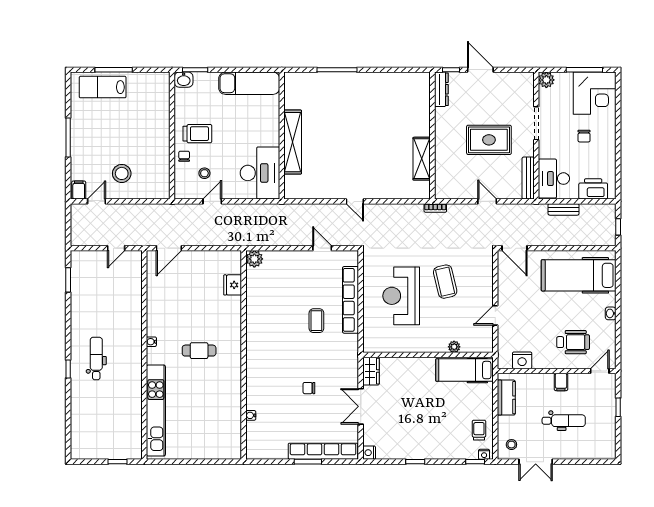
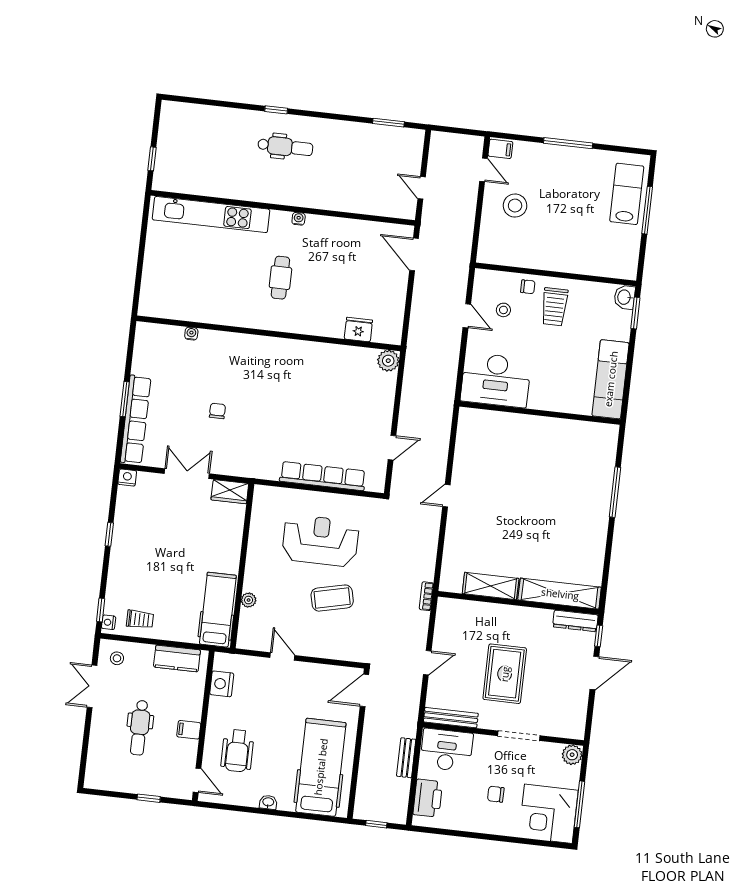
shelving: (293, 142) -> (560, 594), moved
coffee table: (316, 321) -> (301, 430), removed

